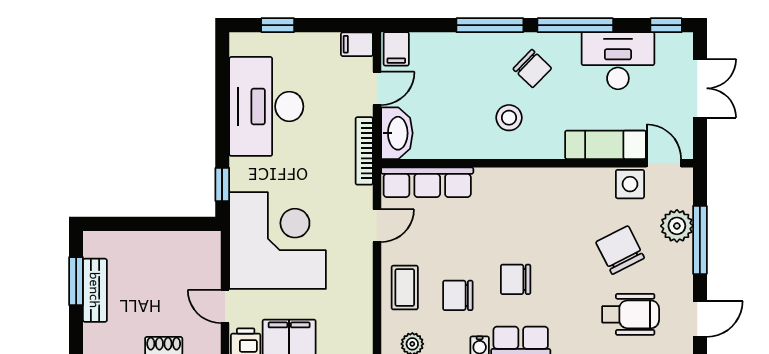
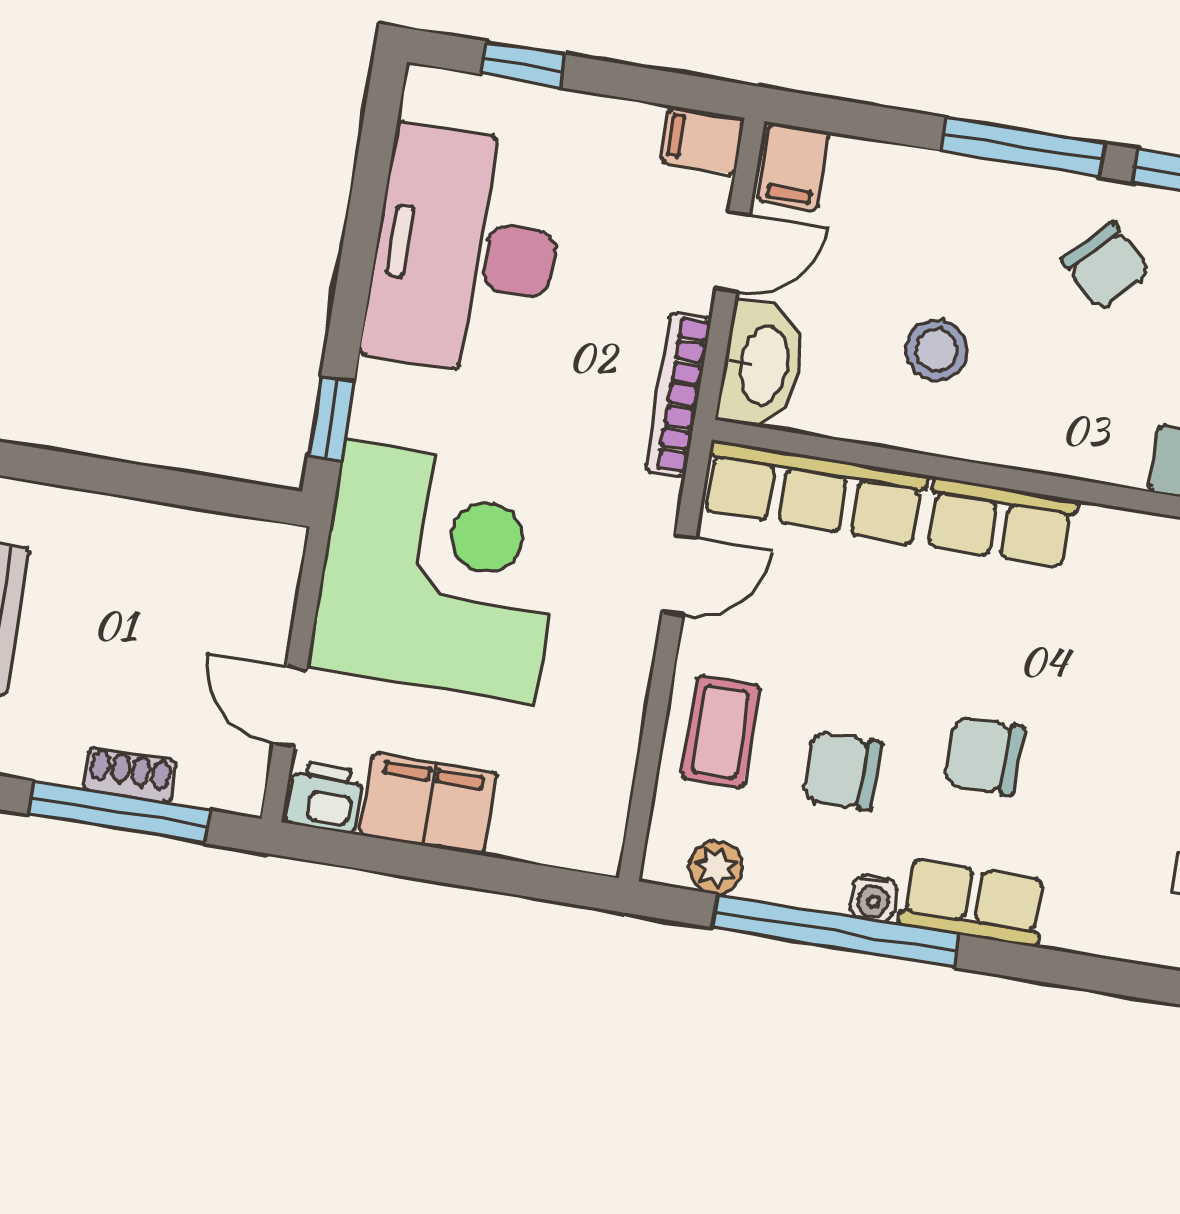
stool: (509, 118) -> (936, 350), moved
row of seats: (506, 182) -> (1000, 523), added

